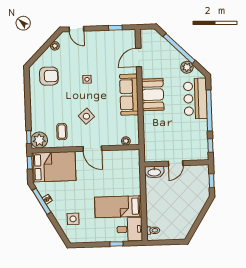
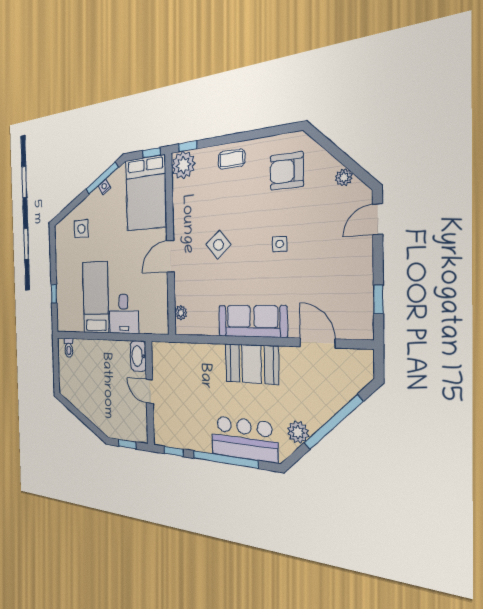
armchair: (49, 76) -> (287, 171), turned 90
coffee table: (62, 132) -> (231, 159), moved
desk: (130, 229) -> (124, 314), moved

